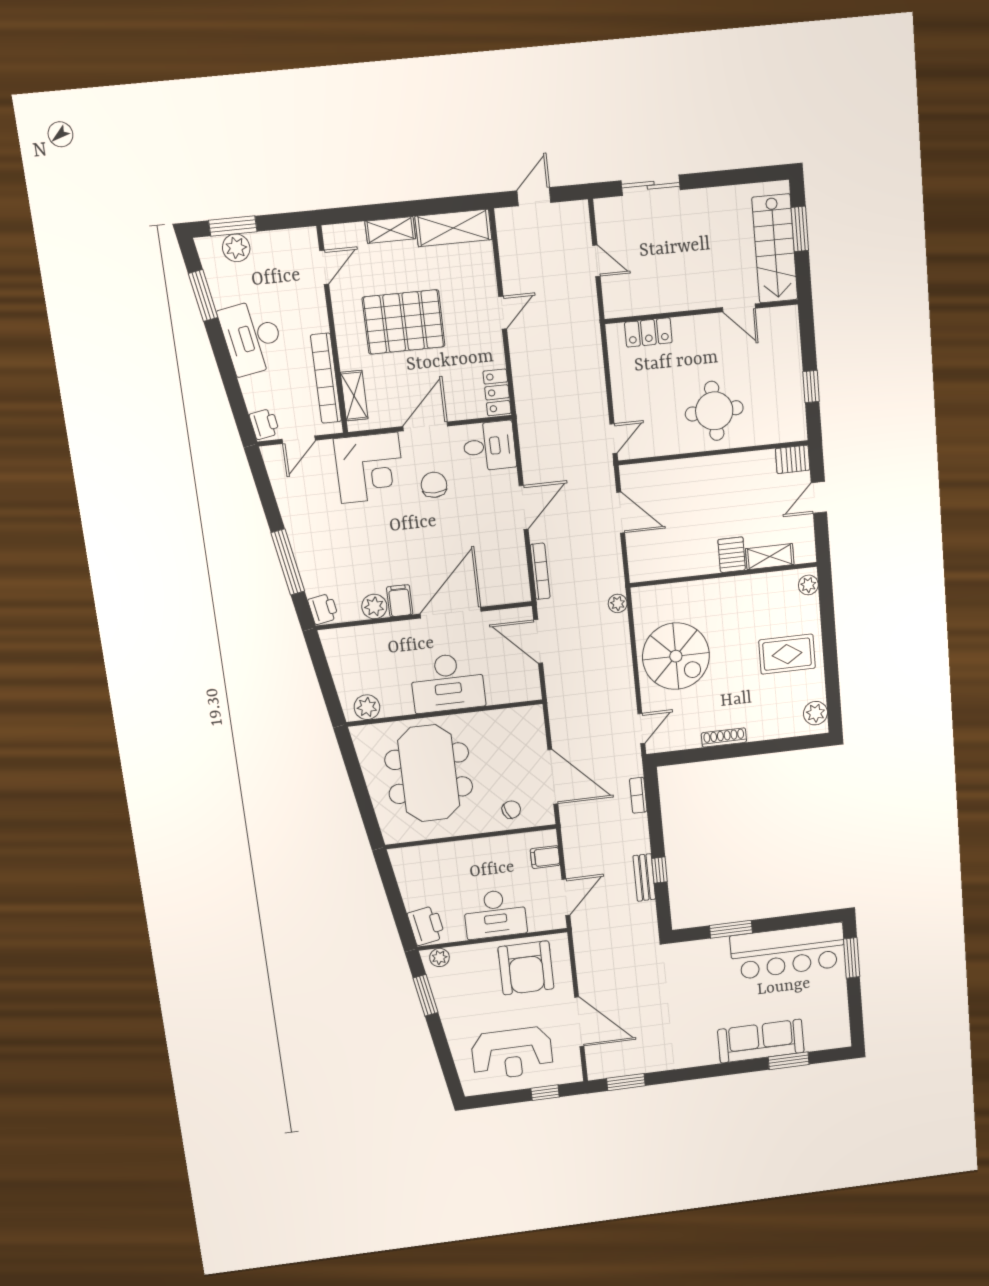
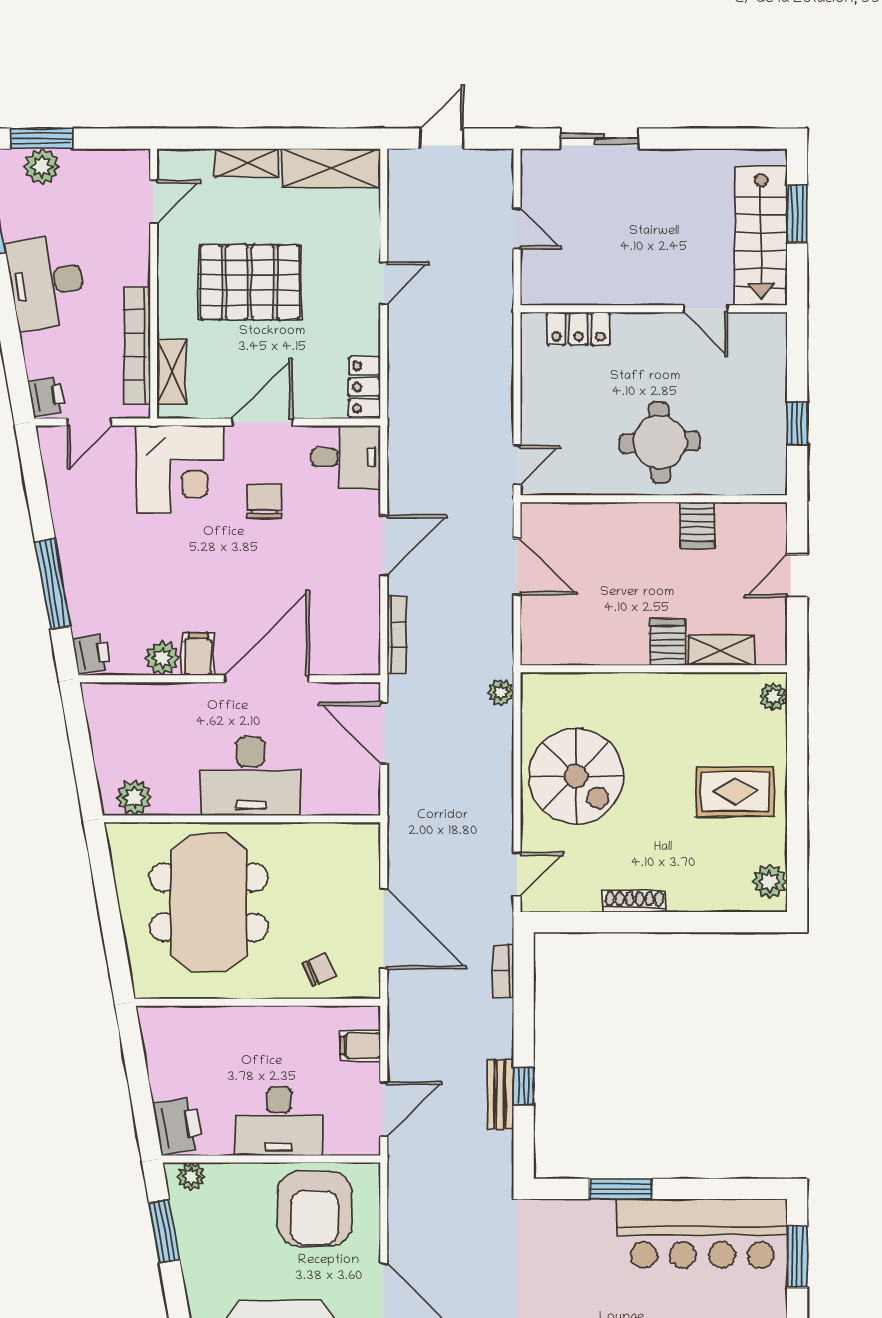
server rack: (793, 459) -> (698, 525), moved, turned -90

